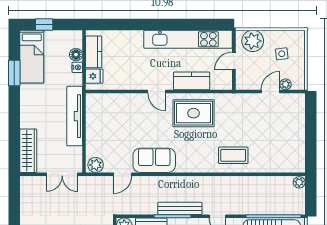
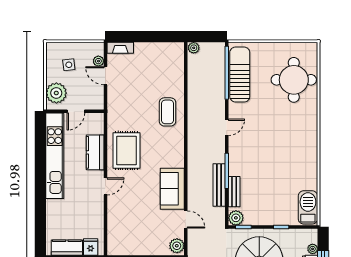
door: (234, 61) -> (76, 111), hinge flipped
fireplace: (299, 107) -> (120, 48), added
bench: (180, 208) -> (219, 185), moved

